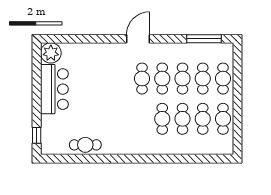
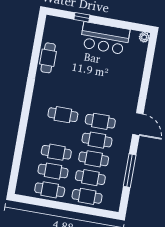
window: (204, 39) -> (130, 171), moved
plant: (51, 53) -> (144, 37), width x0.53, depth x0.53
cafe table: (162, 119) -> (63, 115), moved
window: (37, 135) -> (82, 17), moved

